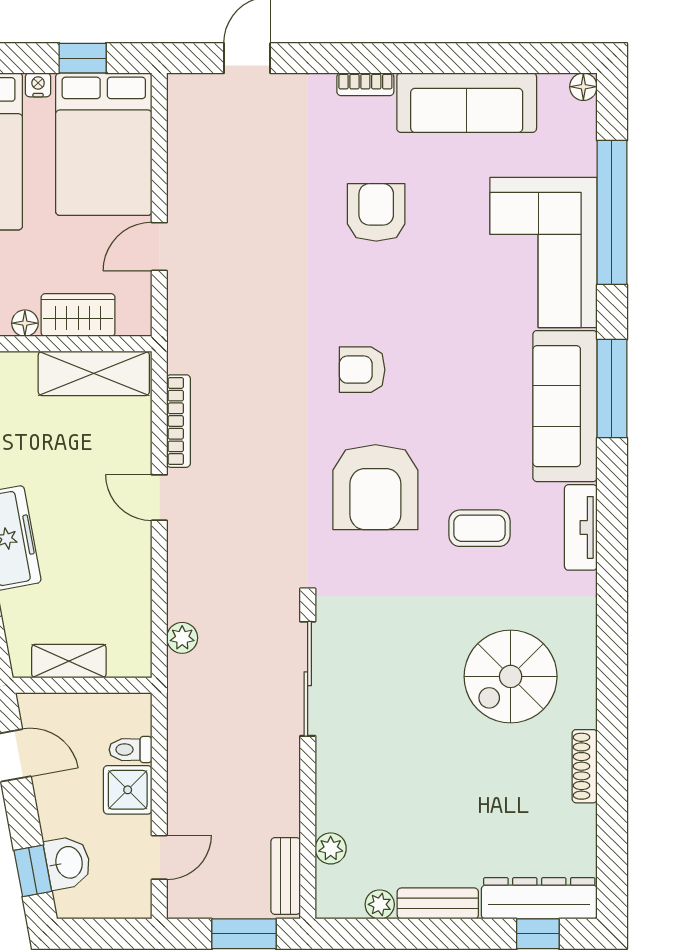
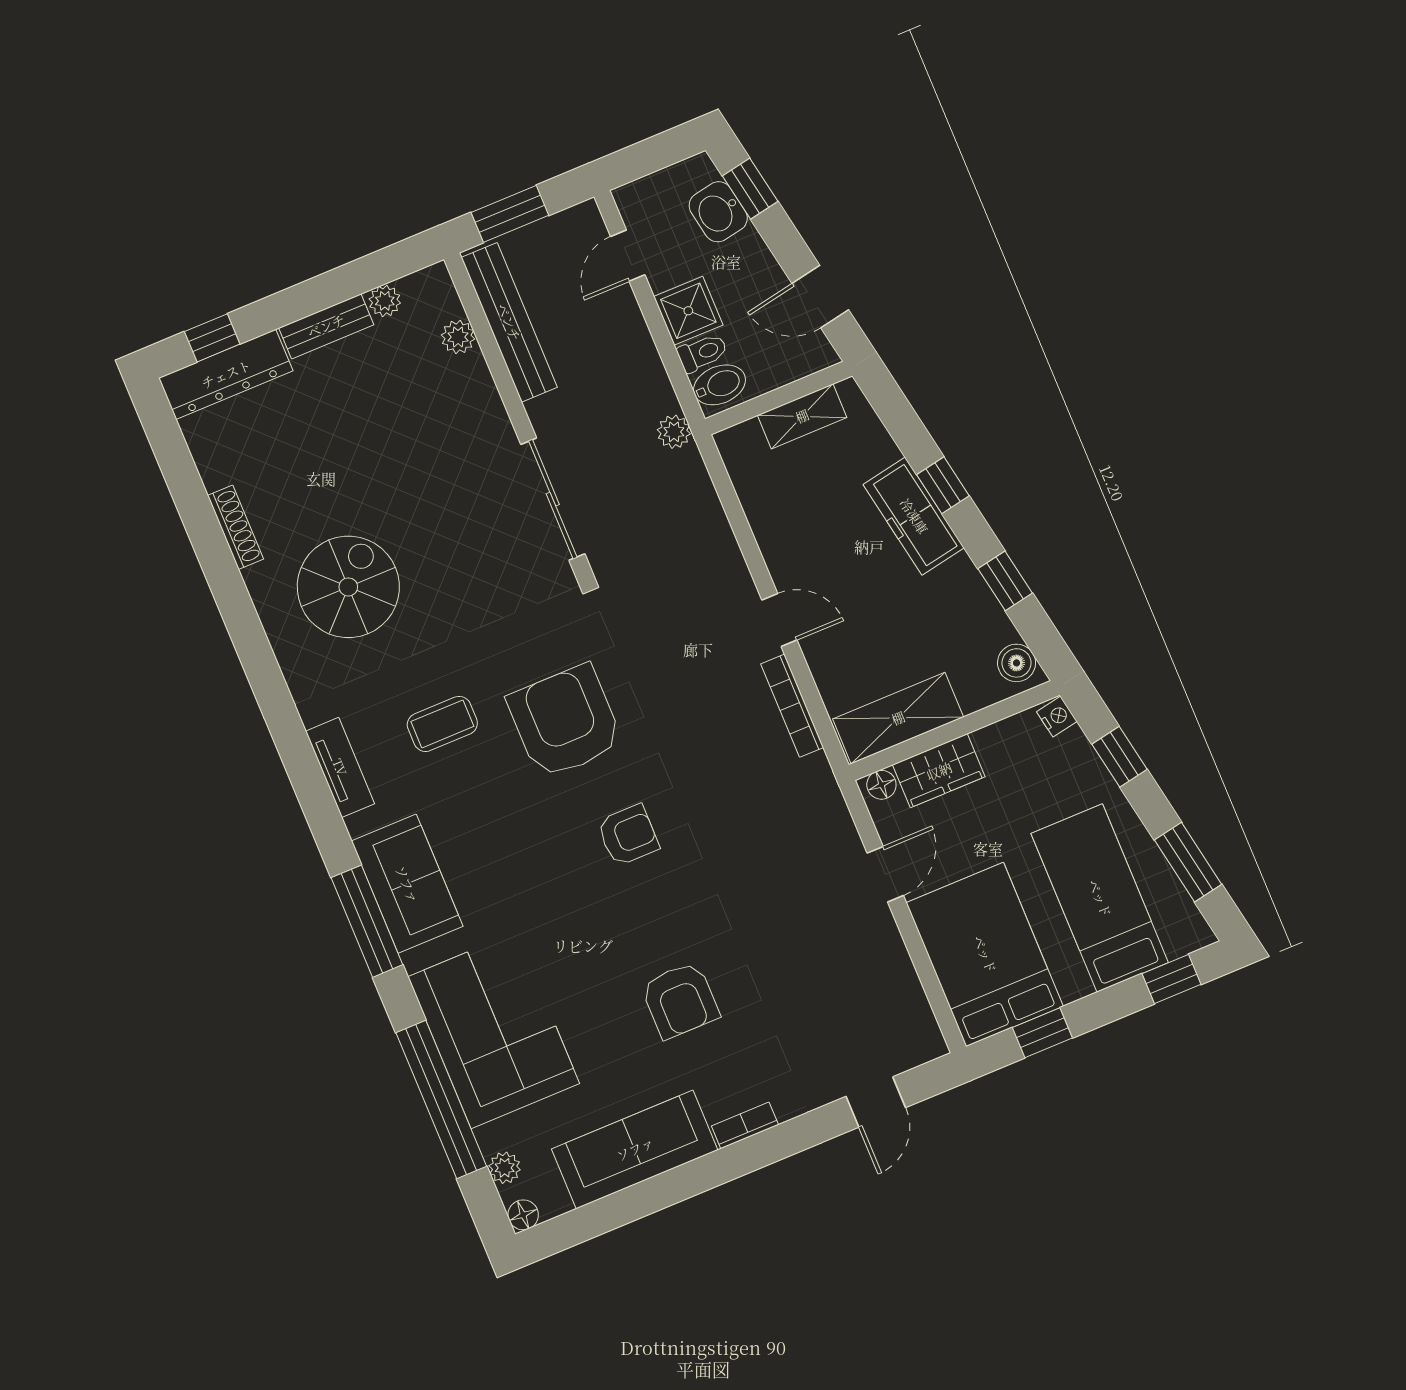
nightstand: (38, 85) -> (1076, 987), removed
plant: (583, 133) -> (505, 1168), added
floor lamp: (25, 323) -> (881, 785), moved
sofa: (565, 406) -> (407, 884), width x0.73
plant: (182, 638) -> (674, 432), moved
bidet: (127, 716) -> (720, 385), added
bench: (286, 876) -> (509, 322), width x1.86, depth x1.21

